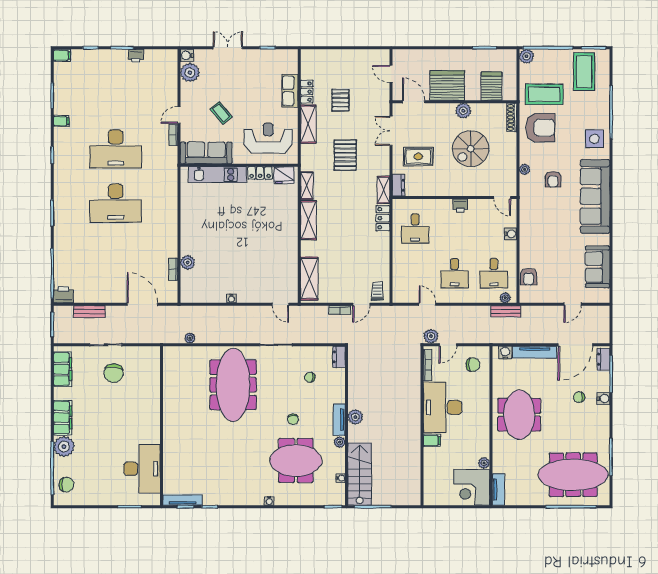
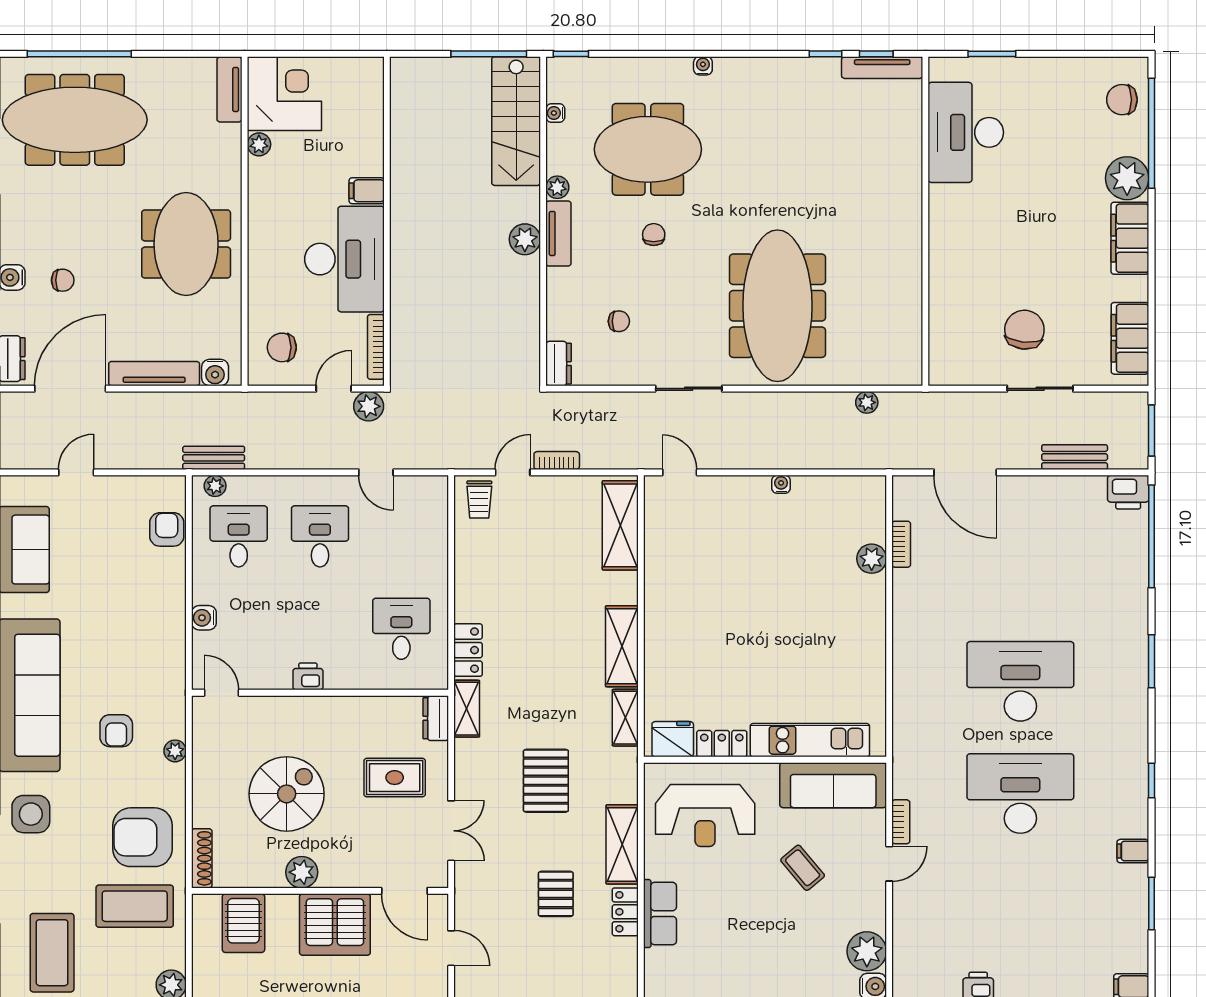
armchair: (553, 179) -> (116, 731), turned 180

